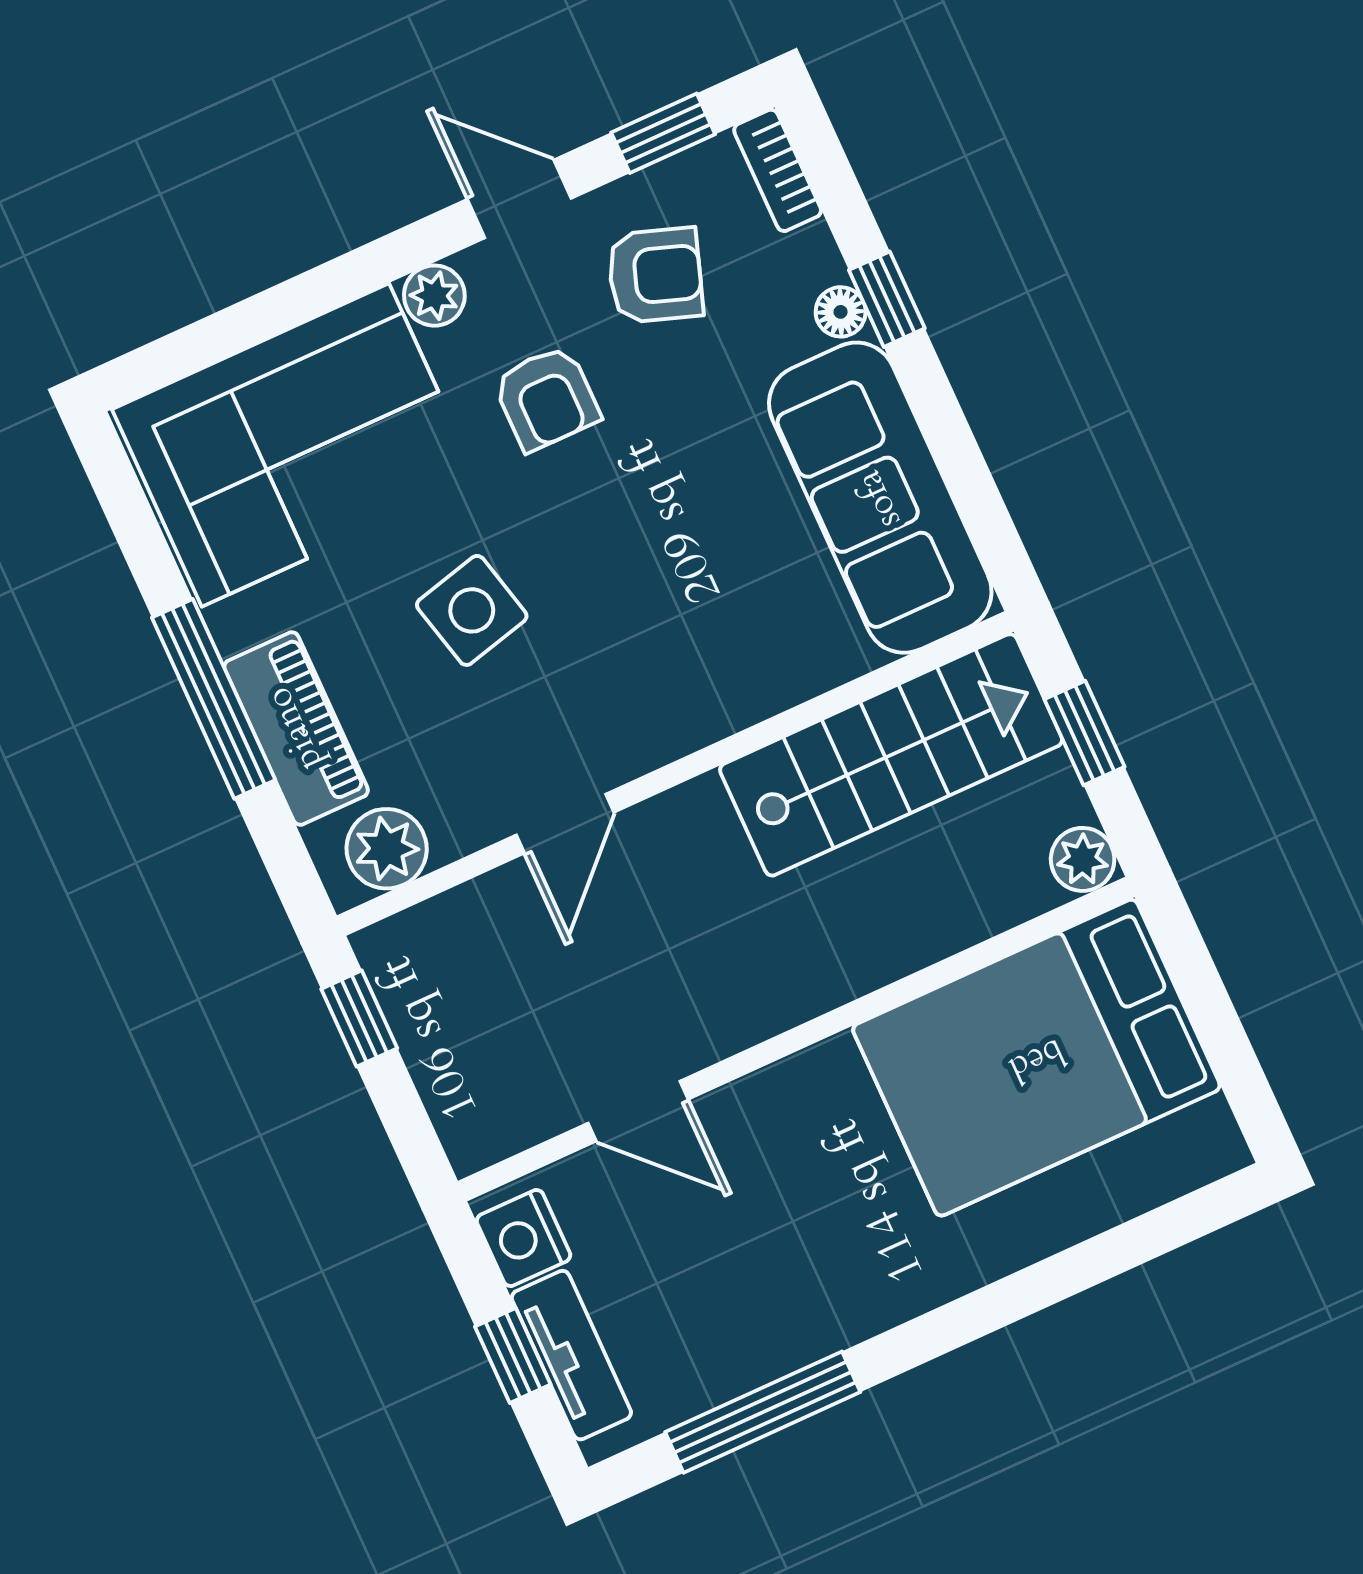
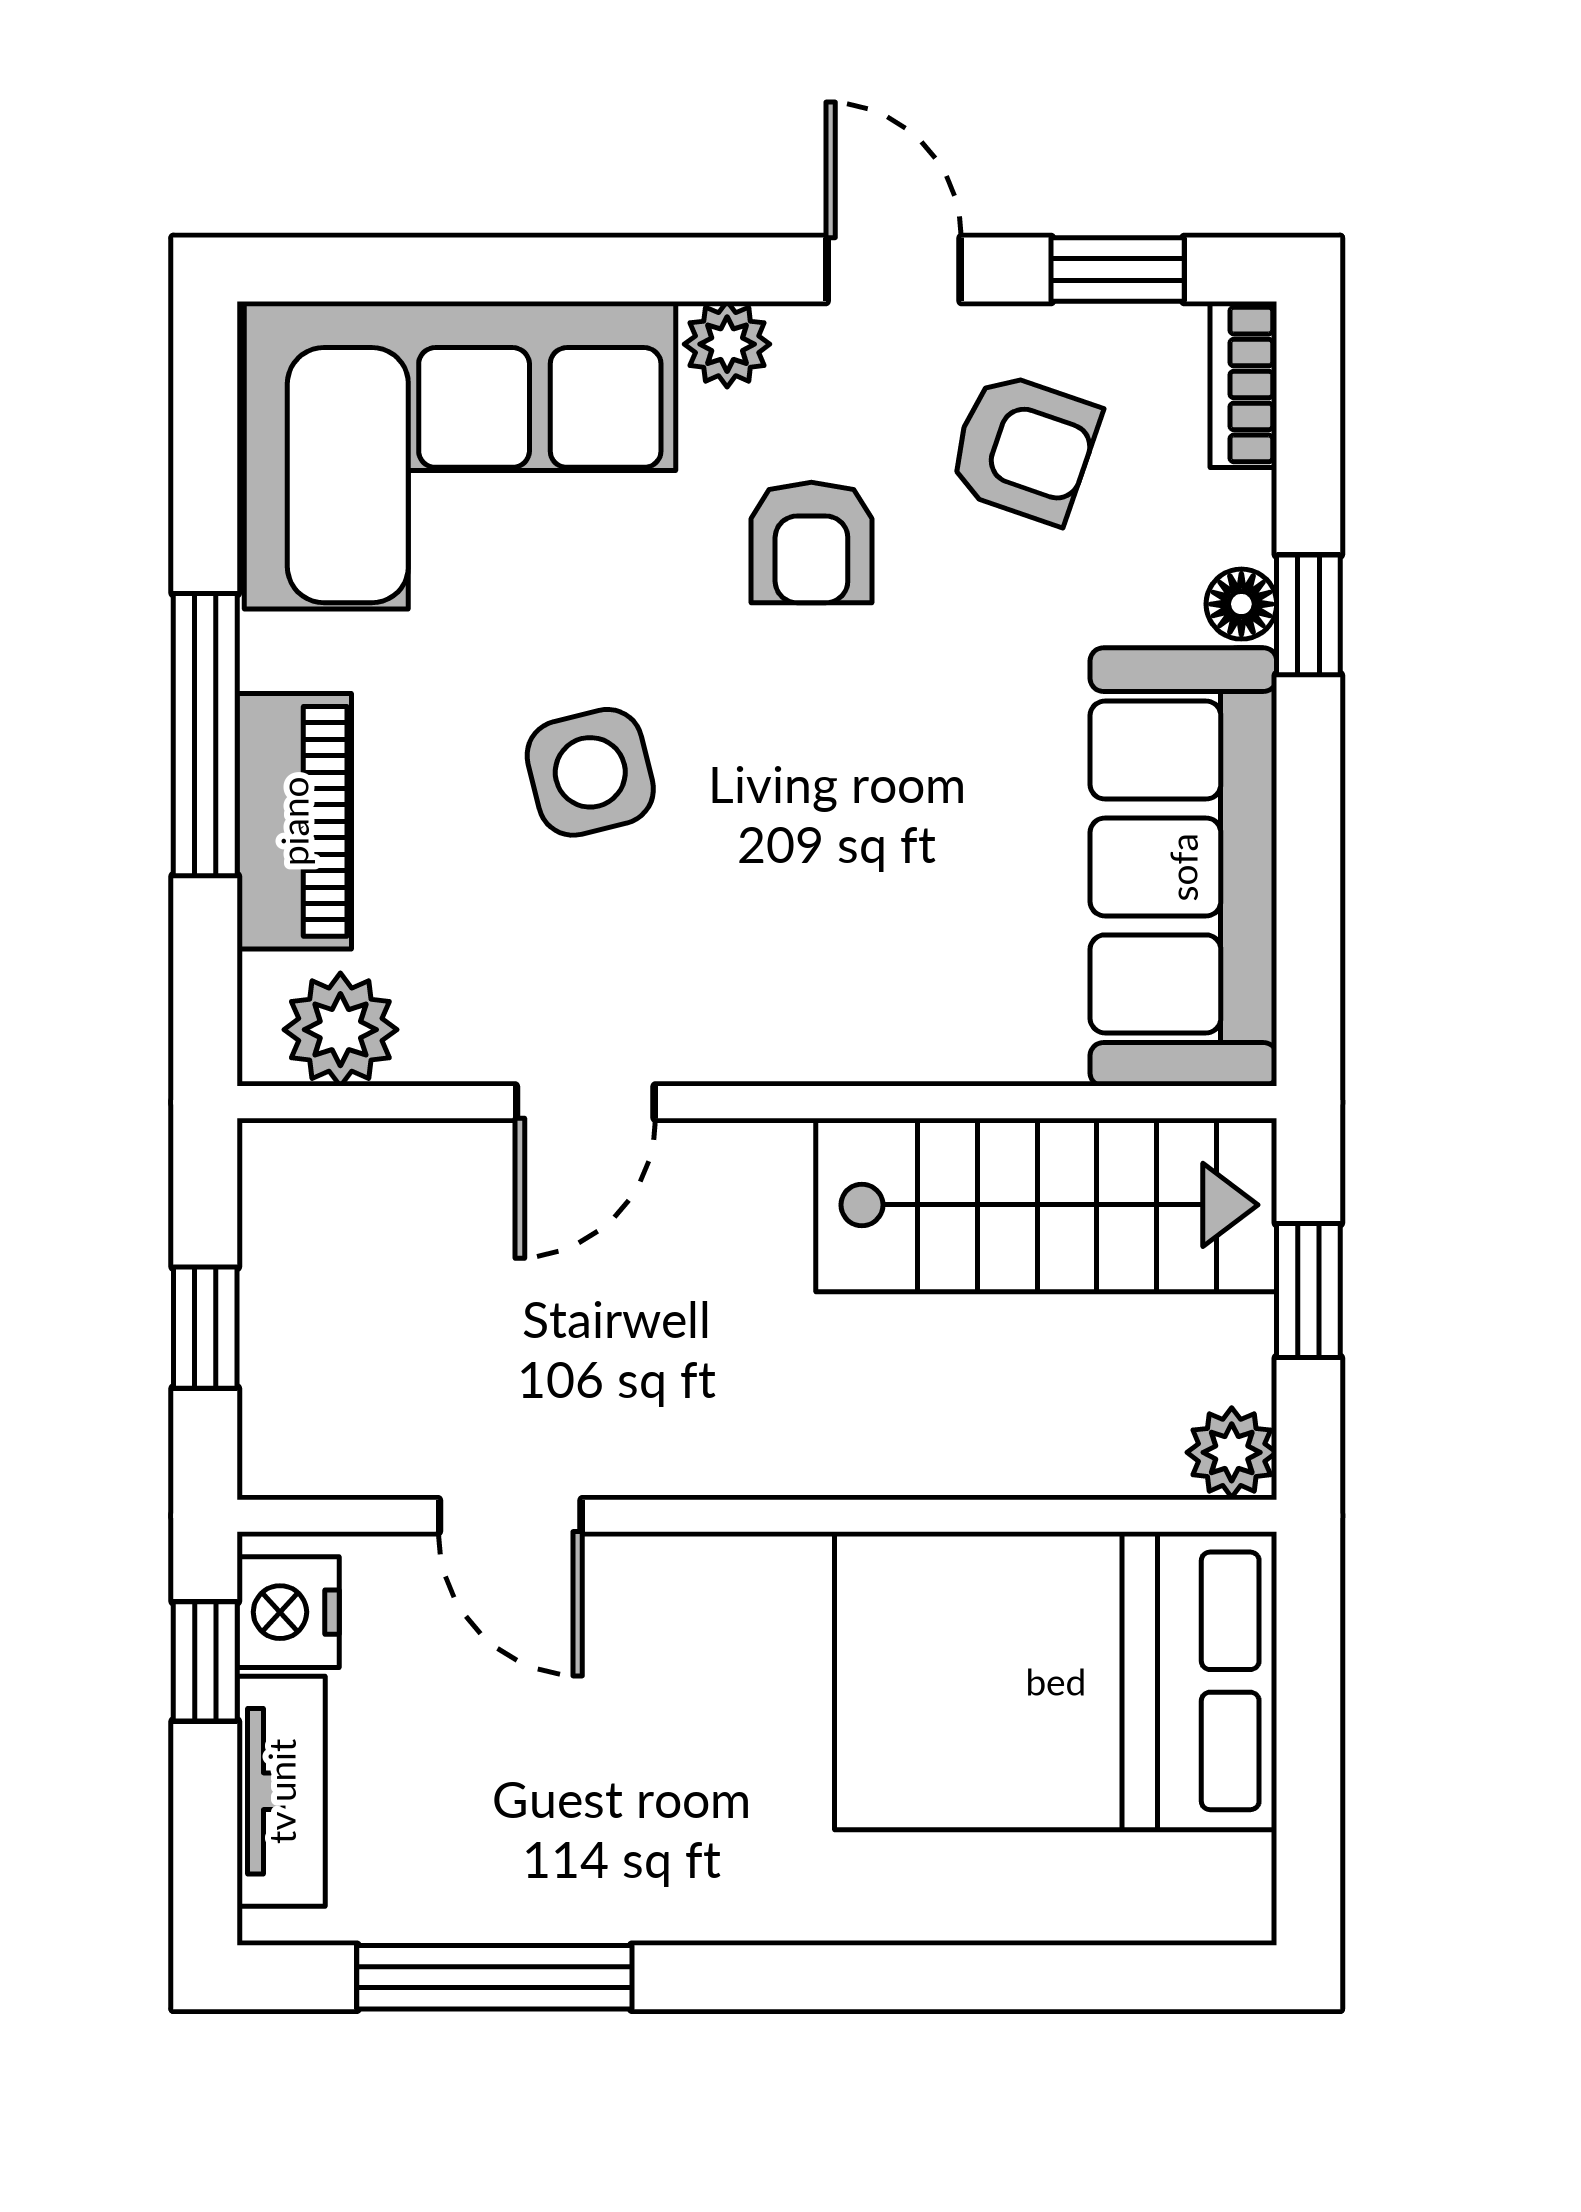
window: (359, 1019) -> (205, 1328), moved
window: (513, 1355) -> (205, 1661), moved

